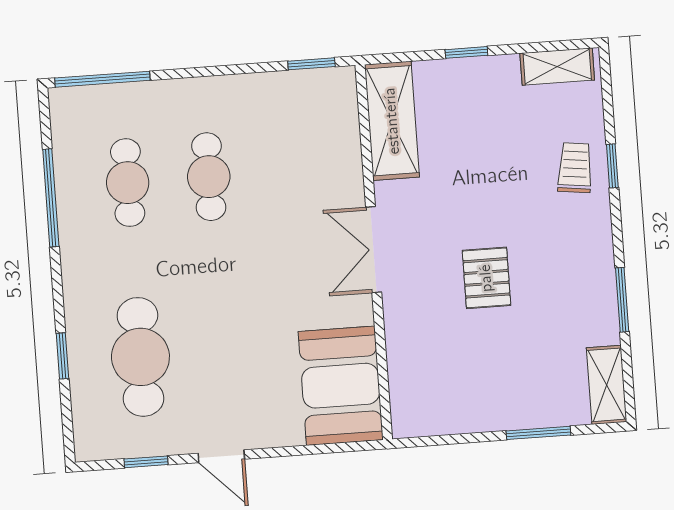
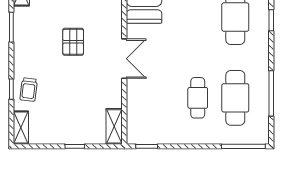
shelving: (557, 67) -> (21, 128), moved, turned 90
shelving: (392, 121) -> (114, 126), width x0.67, depth x0.75
cafe table: (128, 183) -> (235, 98), width x1.37, depth x1.35

